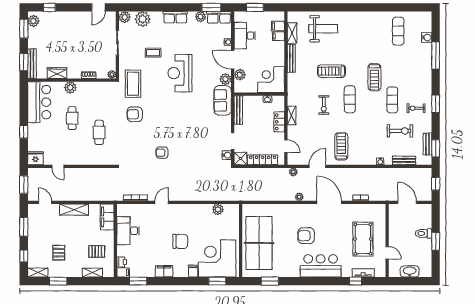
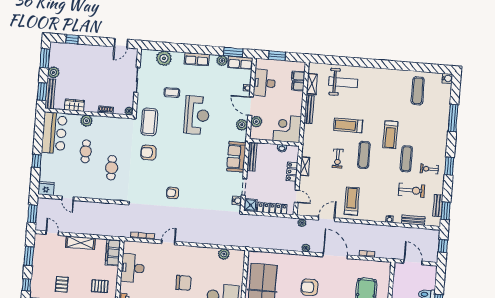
plant: (125, 17) -> (146, 55), removed
plant: (34, 21) -> (53, 72), moved
water cooler: (427, 37) -> (447, 78), moved
reception desk: (180, 73) -> (197, 115), turned 180
sofa: (223, 100) -> (236, 157), moved

